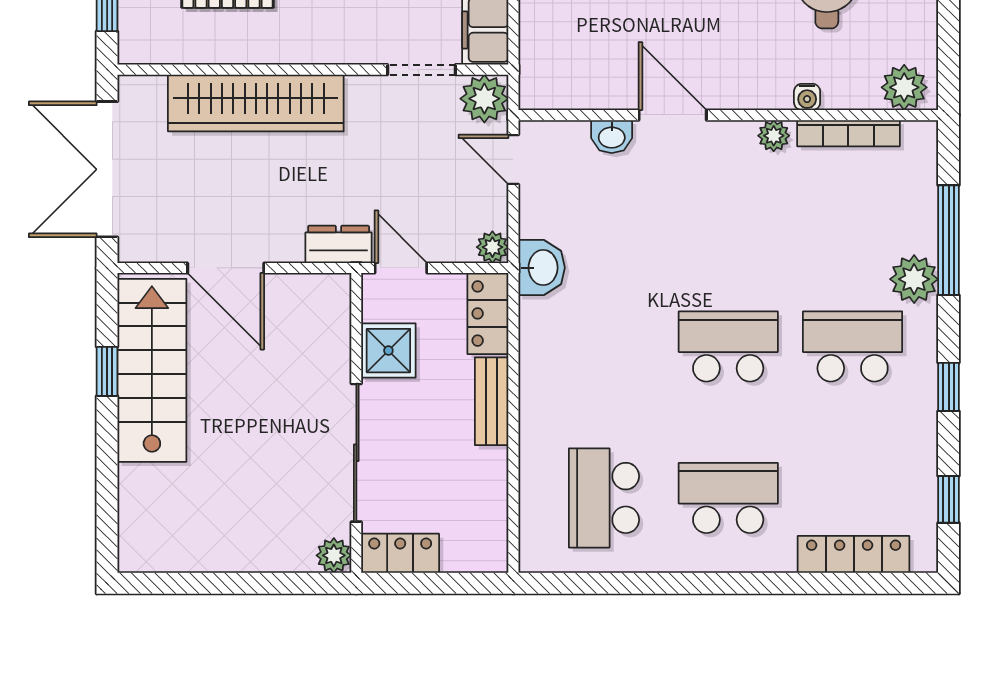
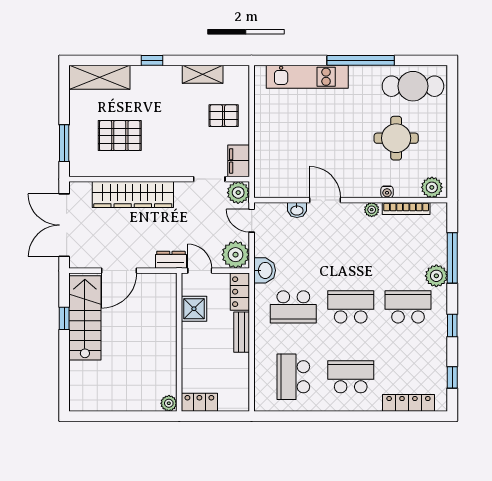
plant: (492, 247) -> (236, 255), width x1.88, depth x1.88
door: (226, 268) -> (119, 271), hinge flipped
school desk: (604, 346) -> (293, 307), added
sliding door: (356, 453) -> (179, 356), removed

